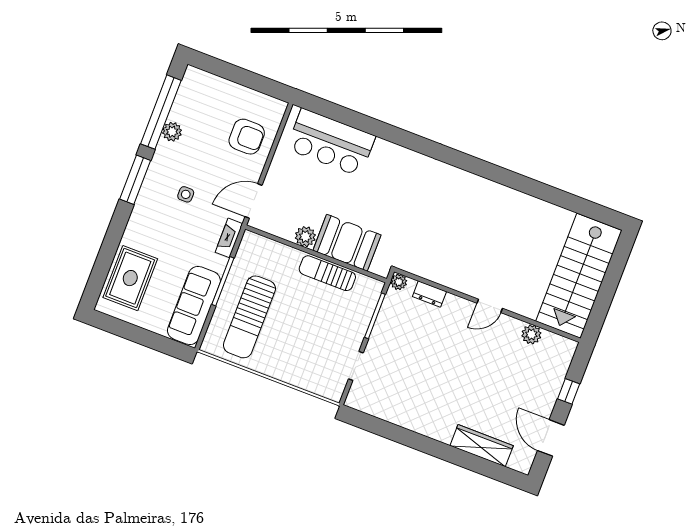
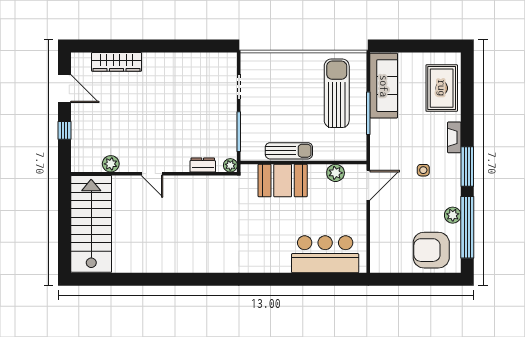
armchair: (247, 137) -> (431, 250), moved, width x1.36, depth x1.36
plant: (305, 237) -> (336, 173), moved
fireplace: (229, 238) -> (454, 137), moved, turned 180
door: (490, 306) -> (152, 174), swing flipped

